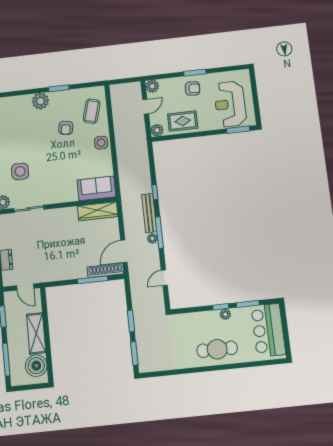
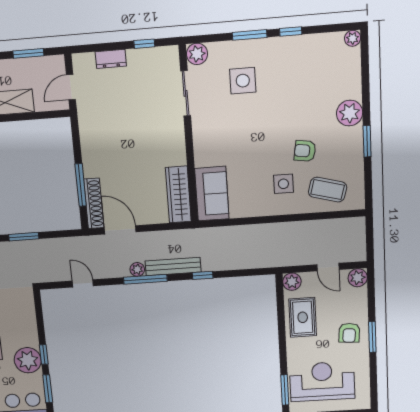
side table: (101, 143) -> (283, 184), moved
plant: (225, 314) -> (28, 360), width x1.88, depth x1.88

